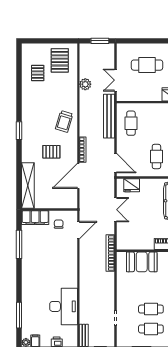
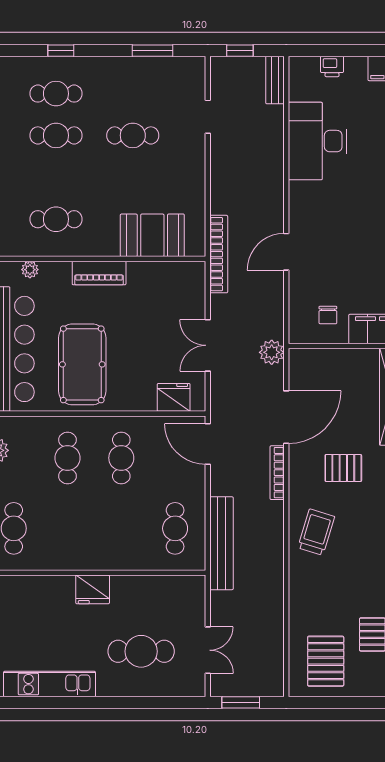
double door: (116, 80) -> (208, 650), moved
plant: (85, 84) -> (272, 352), moved
door: (78, 230) -> (286, 252), moved
cafe table: (151, 329) -> (133, 94), removed

